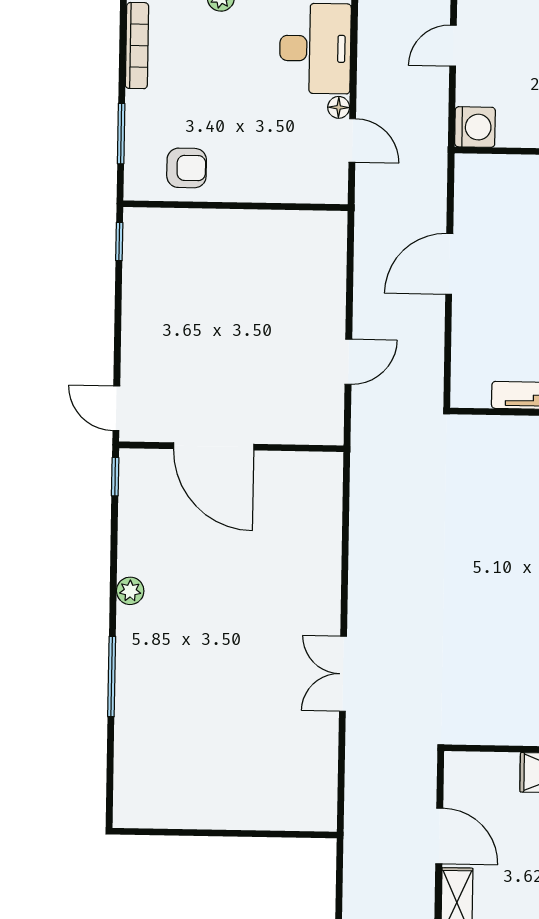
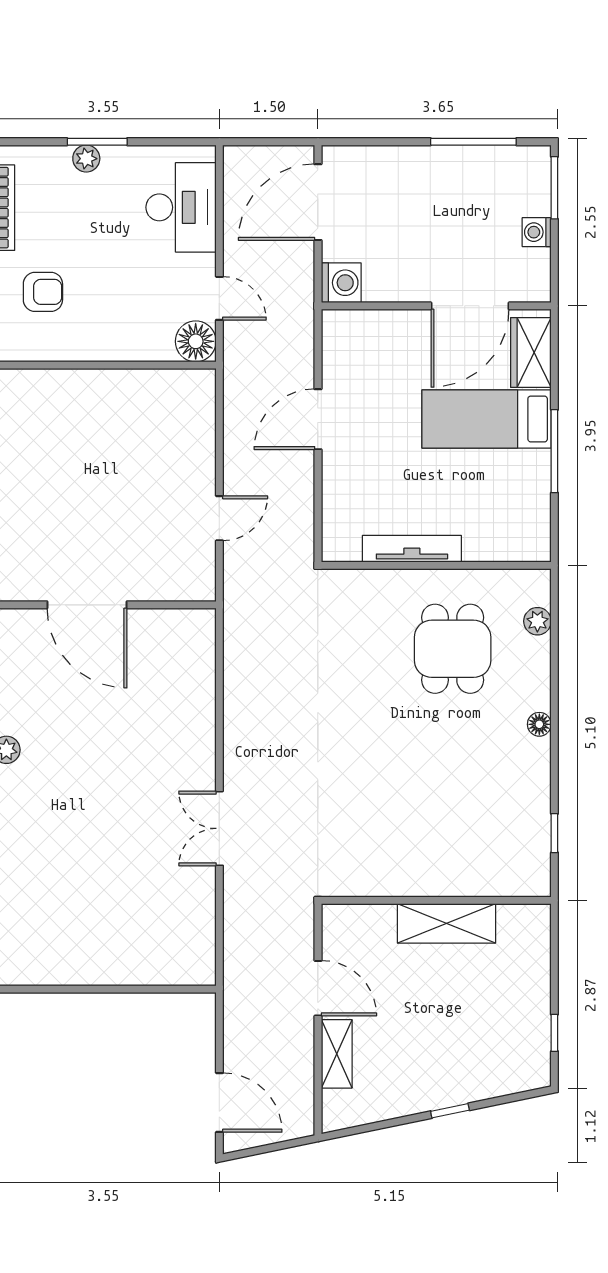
door: (453, 46) -> (318, 202), width x1.88
floor lamp: (339, 107) -> (196, 341), moved, width x1.89, depth x1.89
armchair: (187, 168) -> (43, 292), moved

